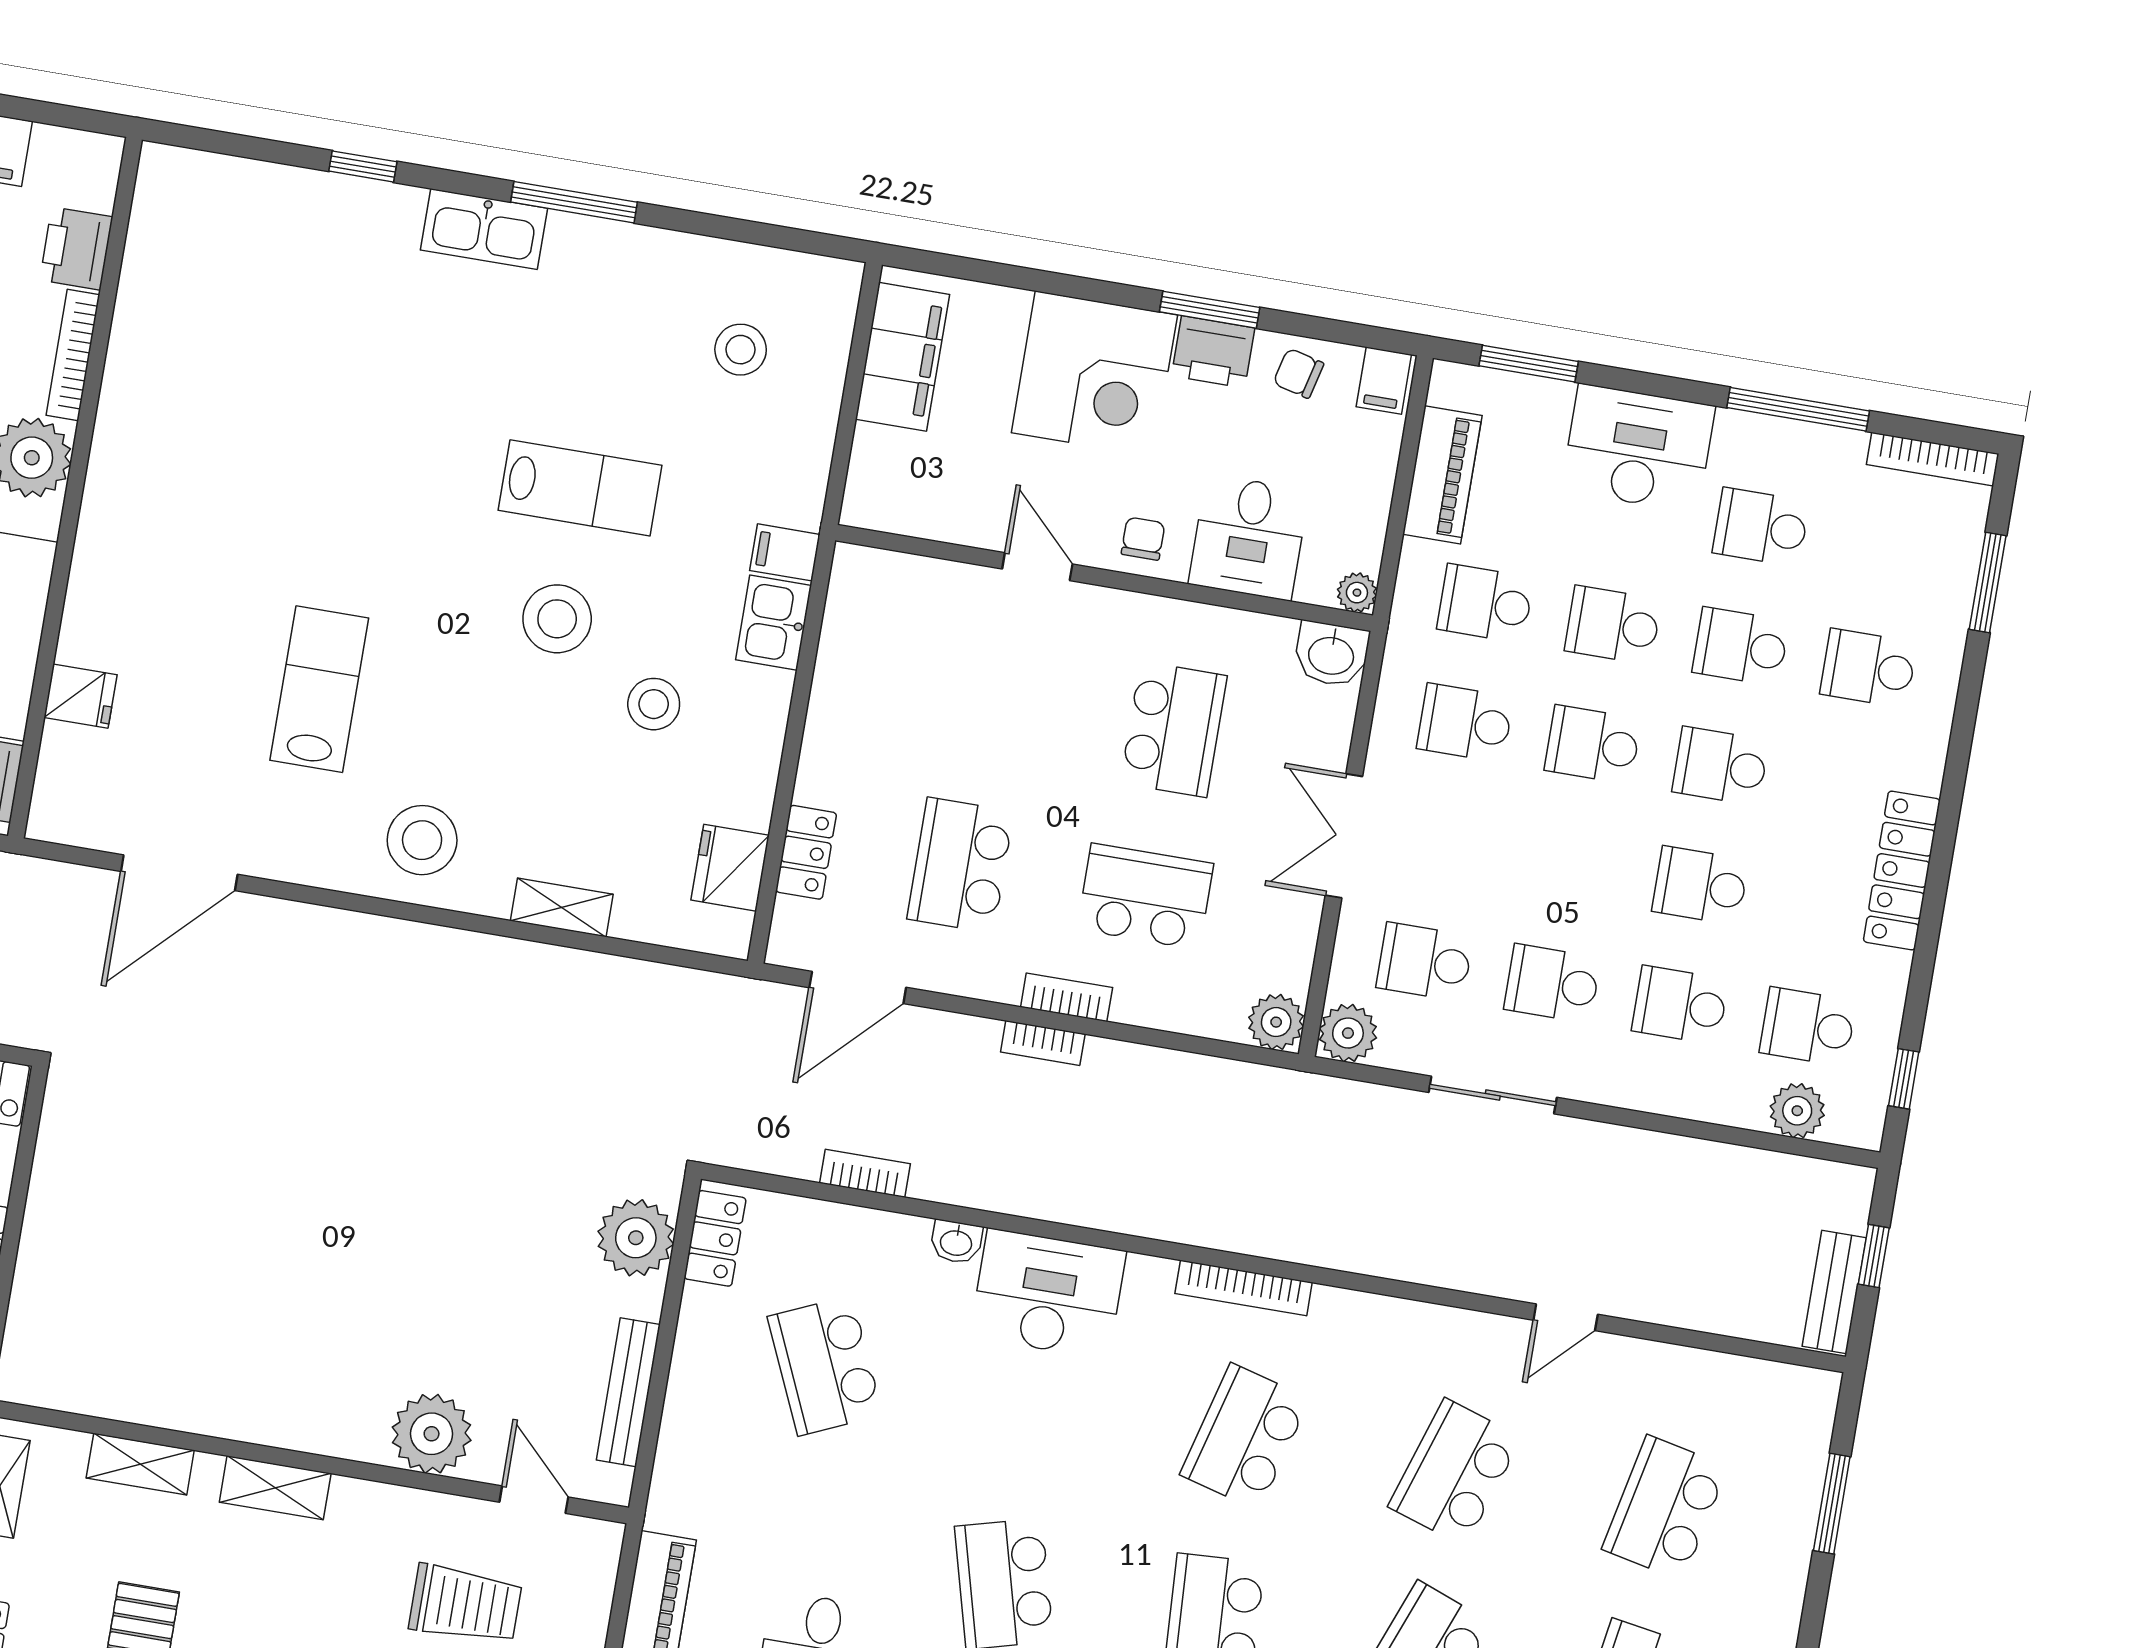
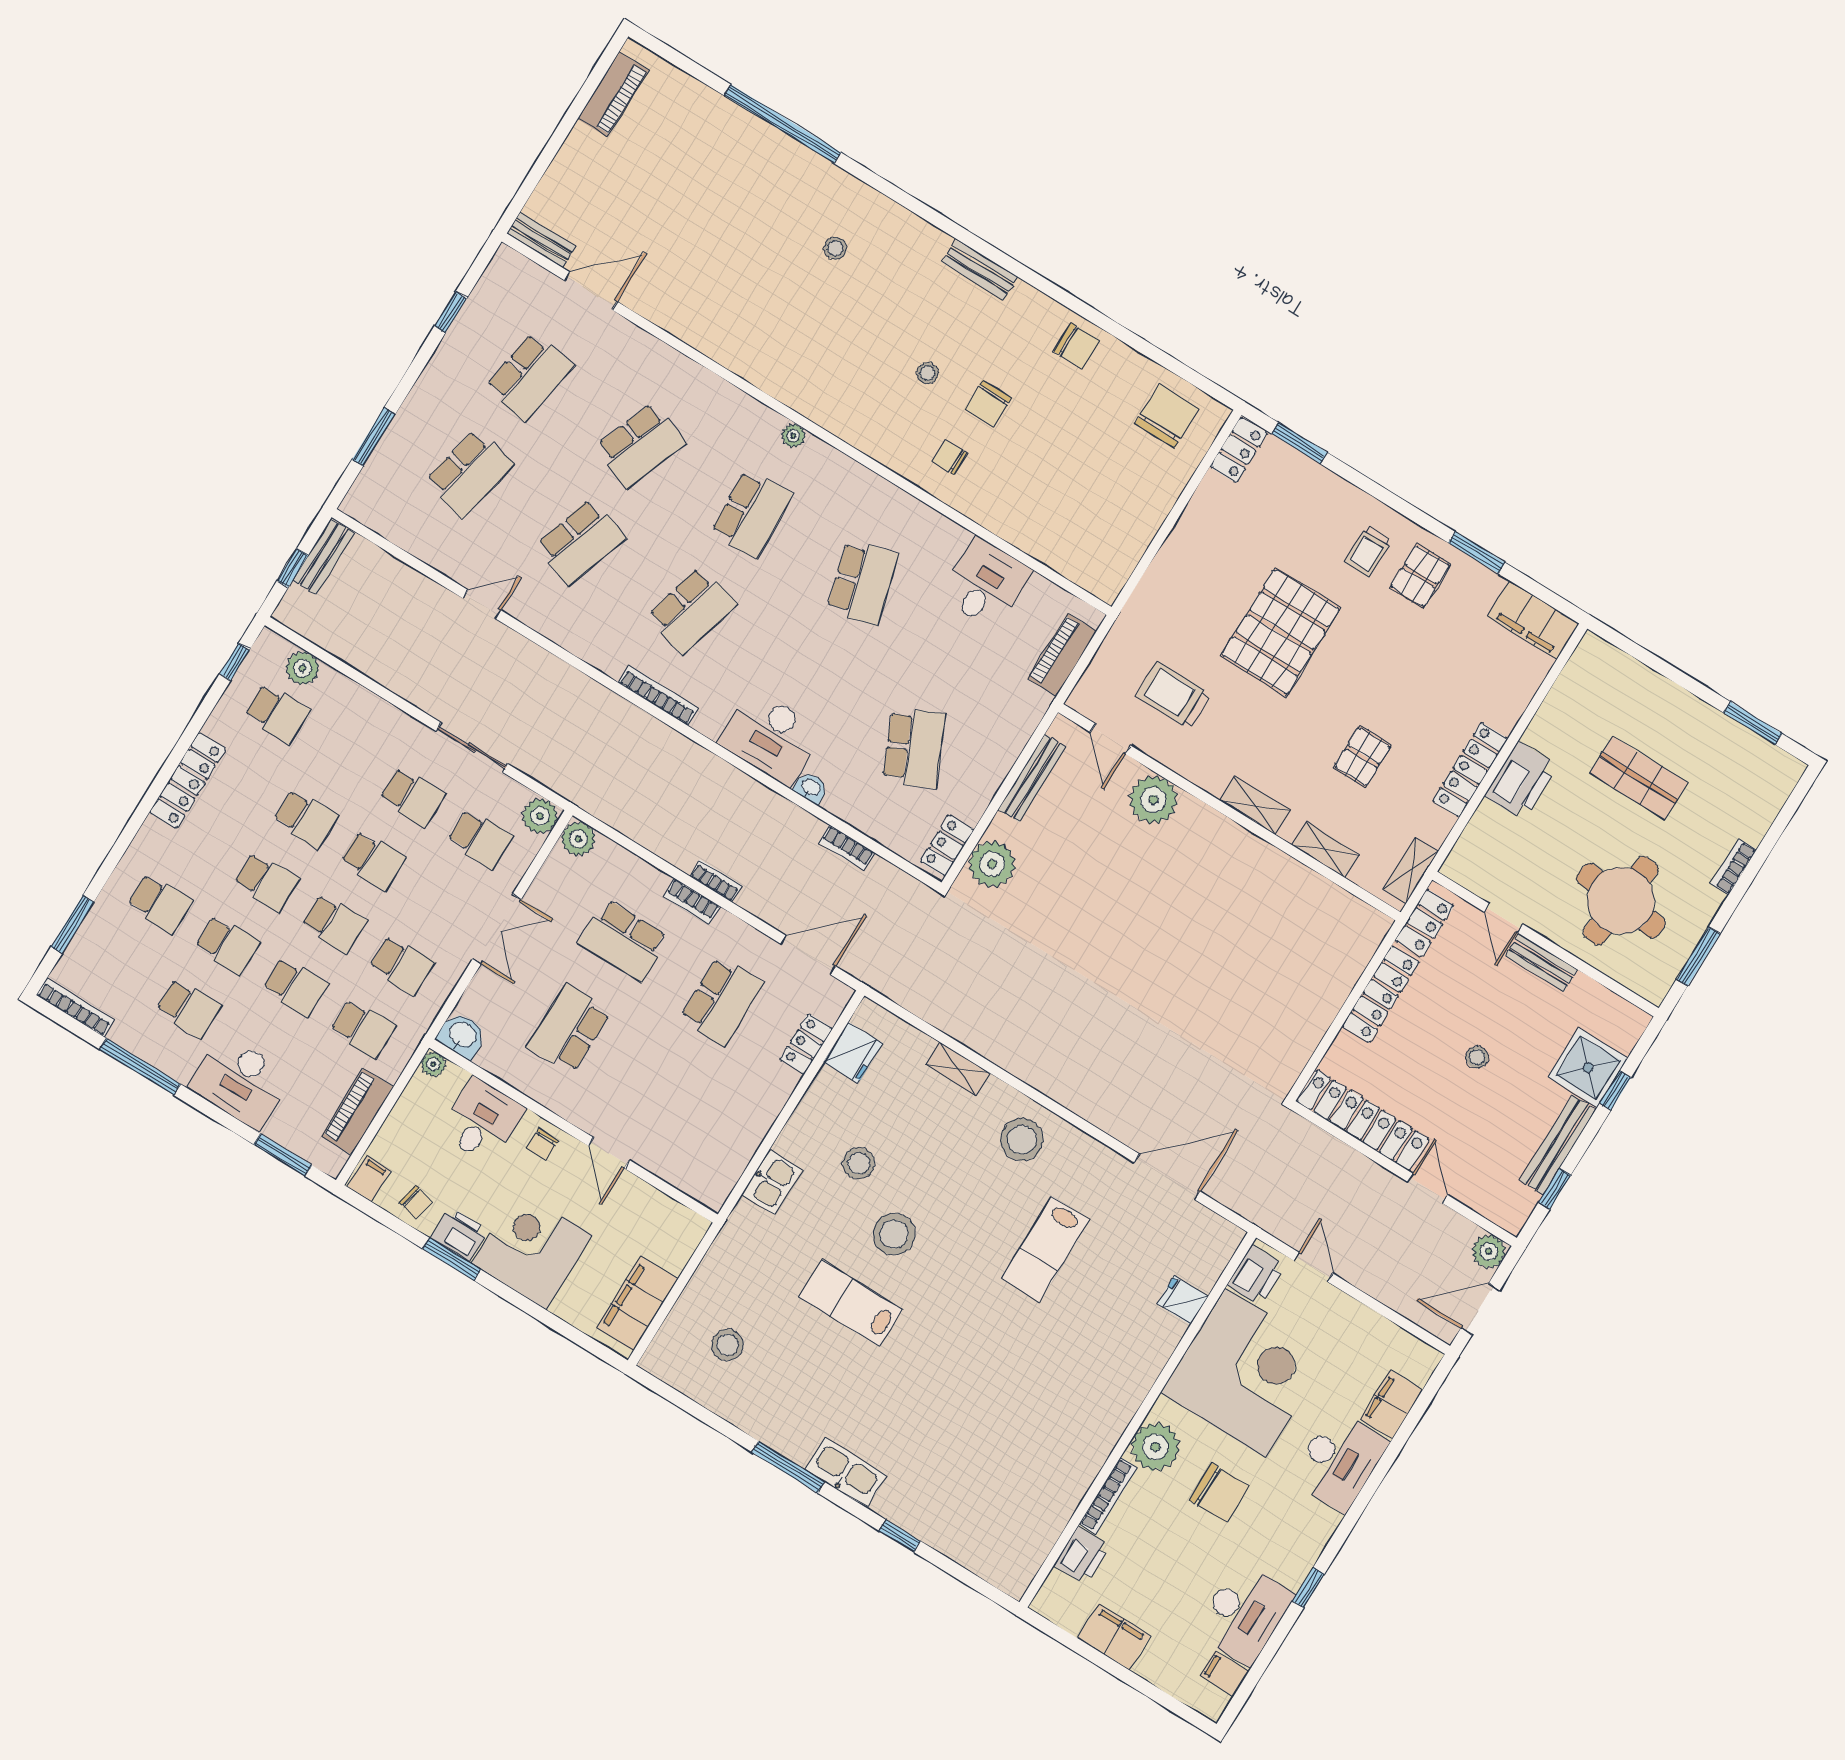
filing cabinet: (785, 552) -> (749, 1219), removed
school desk: (1680, 1005) -> (373, 860), moved

